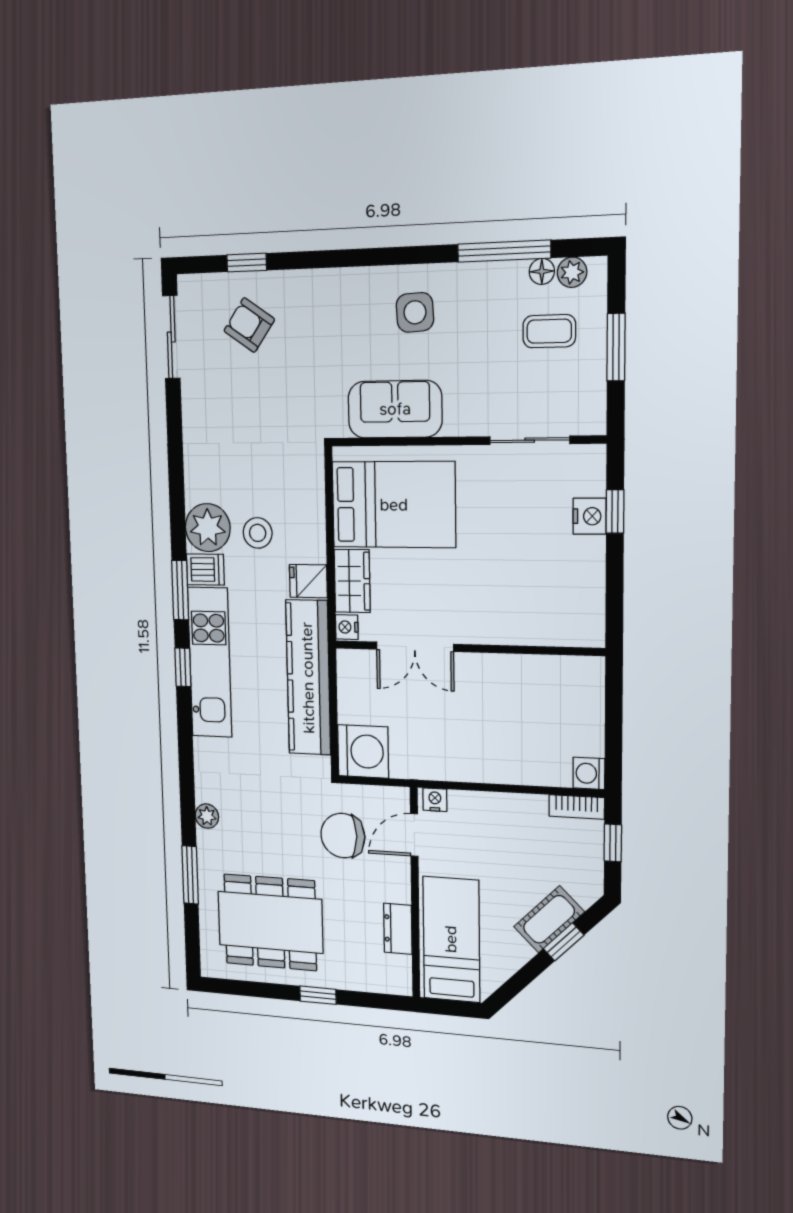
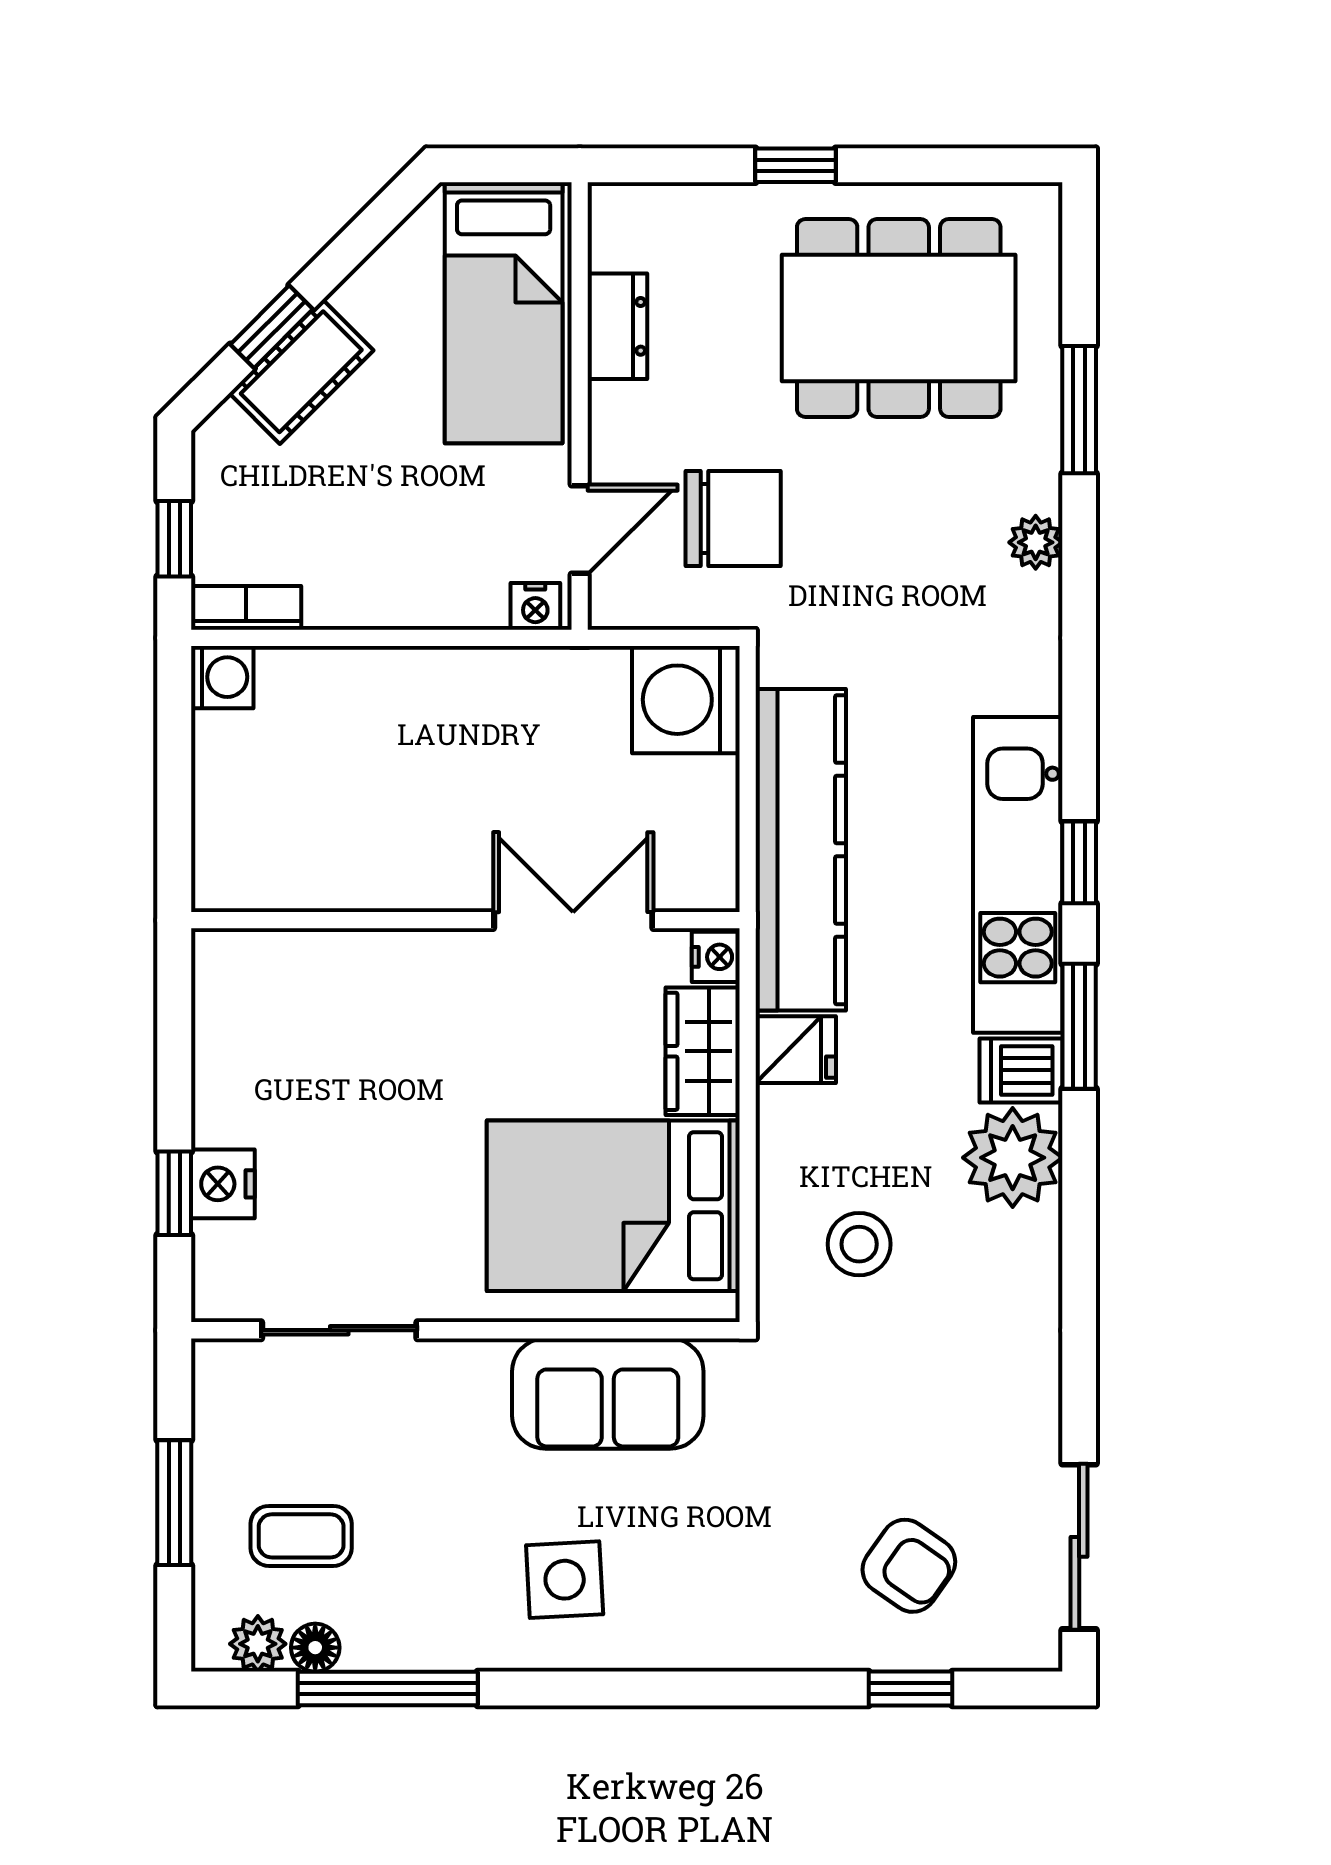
stool: (258, 533) -> (859, 1244), moved

